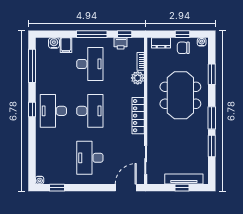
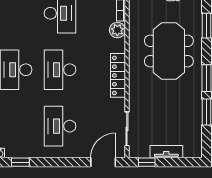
desk: (90, 111) -> (60, 70), turned 180
tv unit: (184, 179) -> (166, 152), width x0.71
window: (182, 188) -> (147, 162), moved

